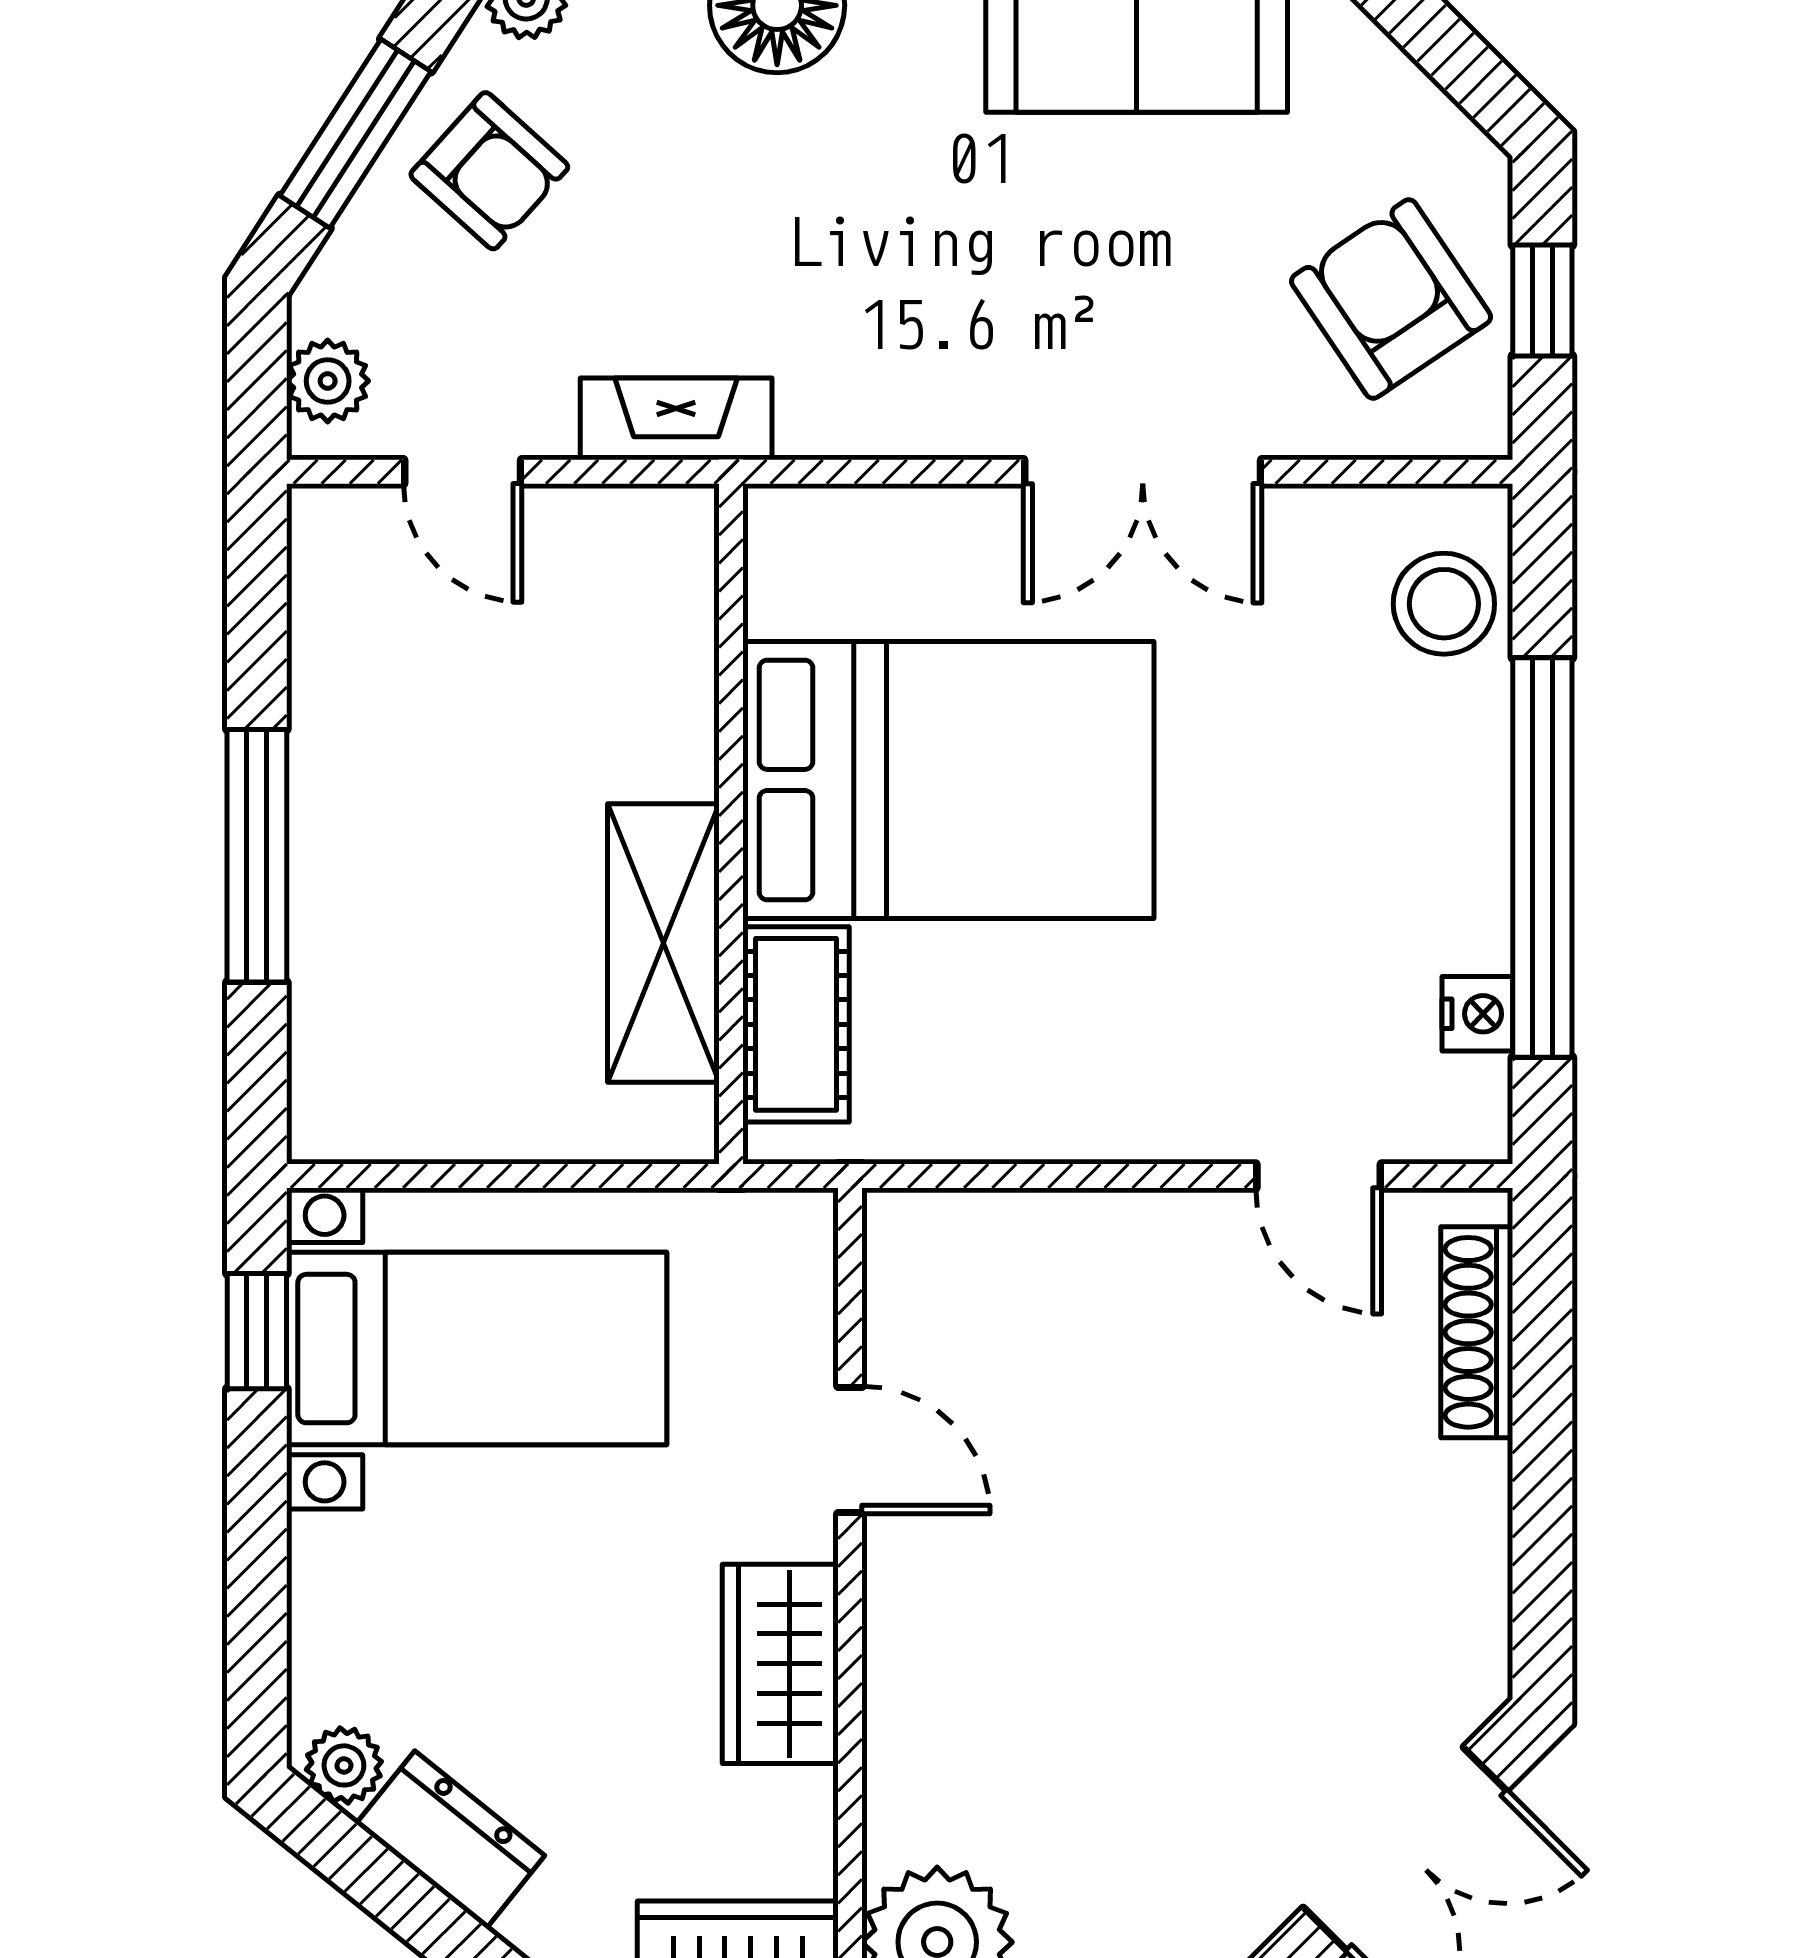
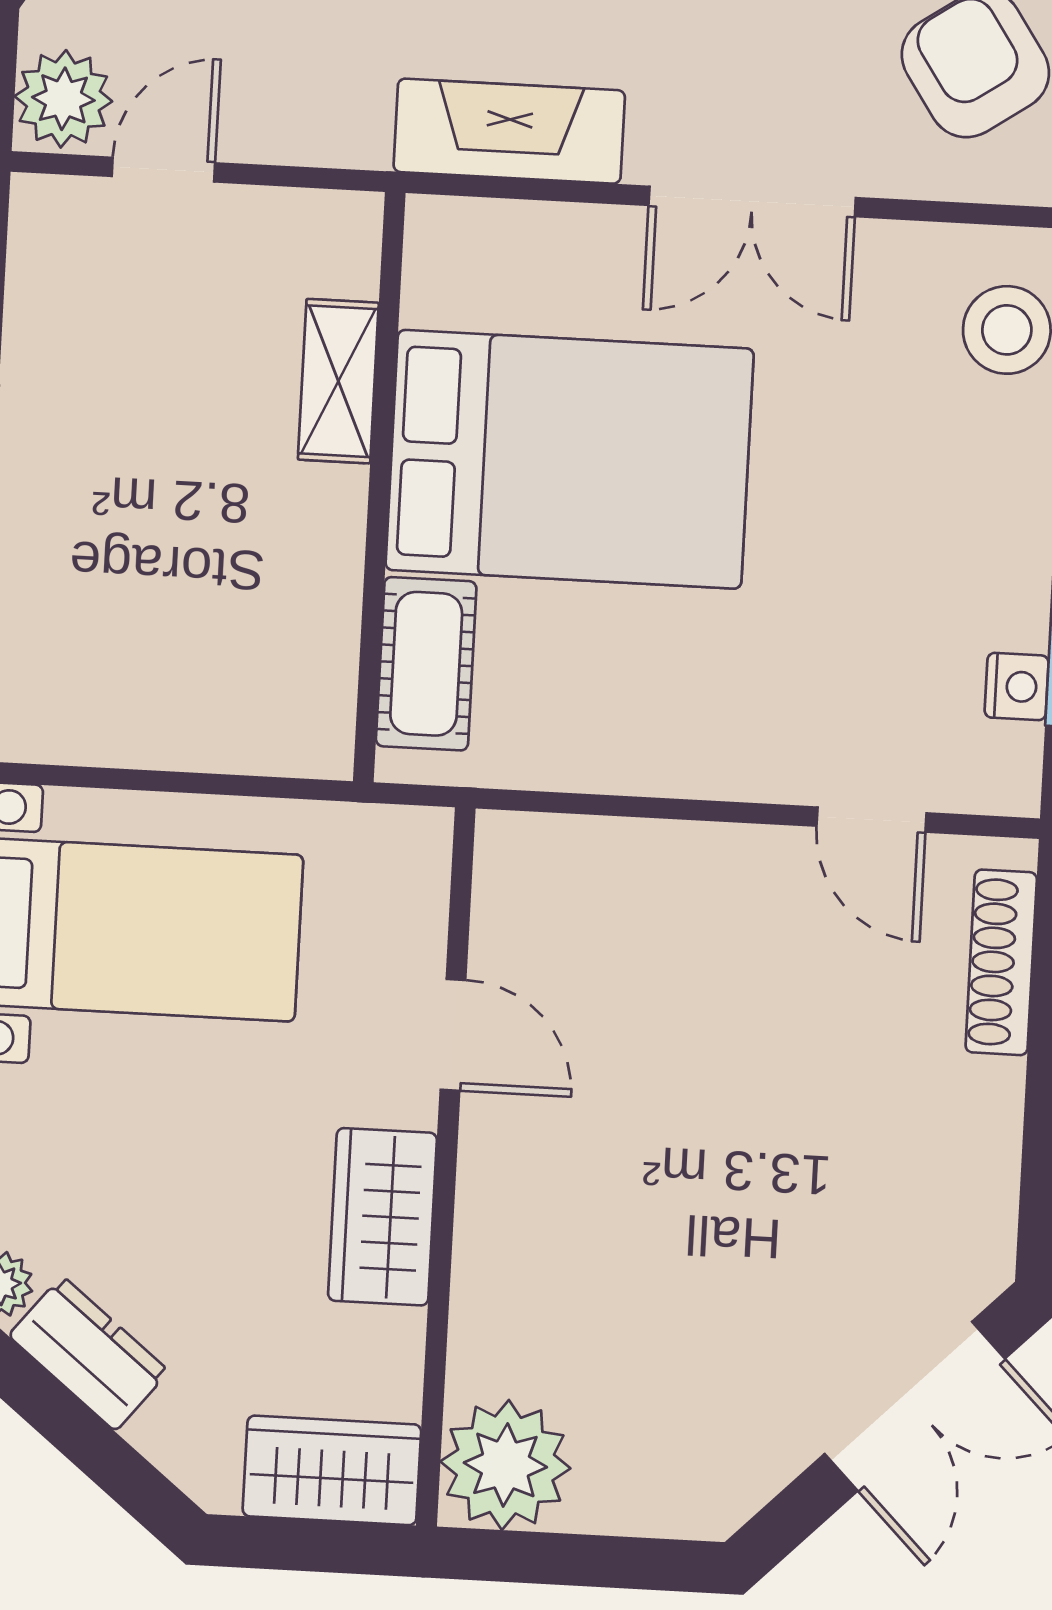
plant: (328, 381) -> (63, 99), width x1.38, depth x1.38
fireplace: (676, 419) -> (509, 131), moved, width x1.37, depth x1.32
door: (463, 472) -> (163, 170), swing flipped
shelving: (663, 943) -> (338, 381), moved, width x0.67, depth x0.75

